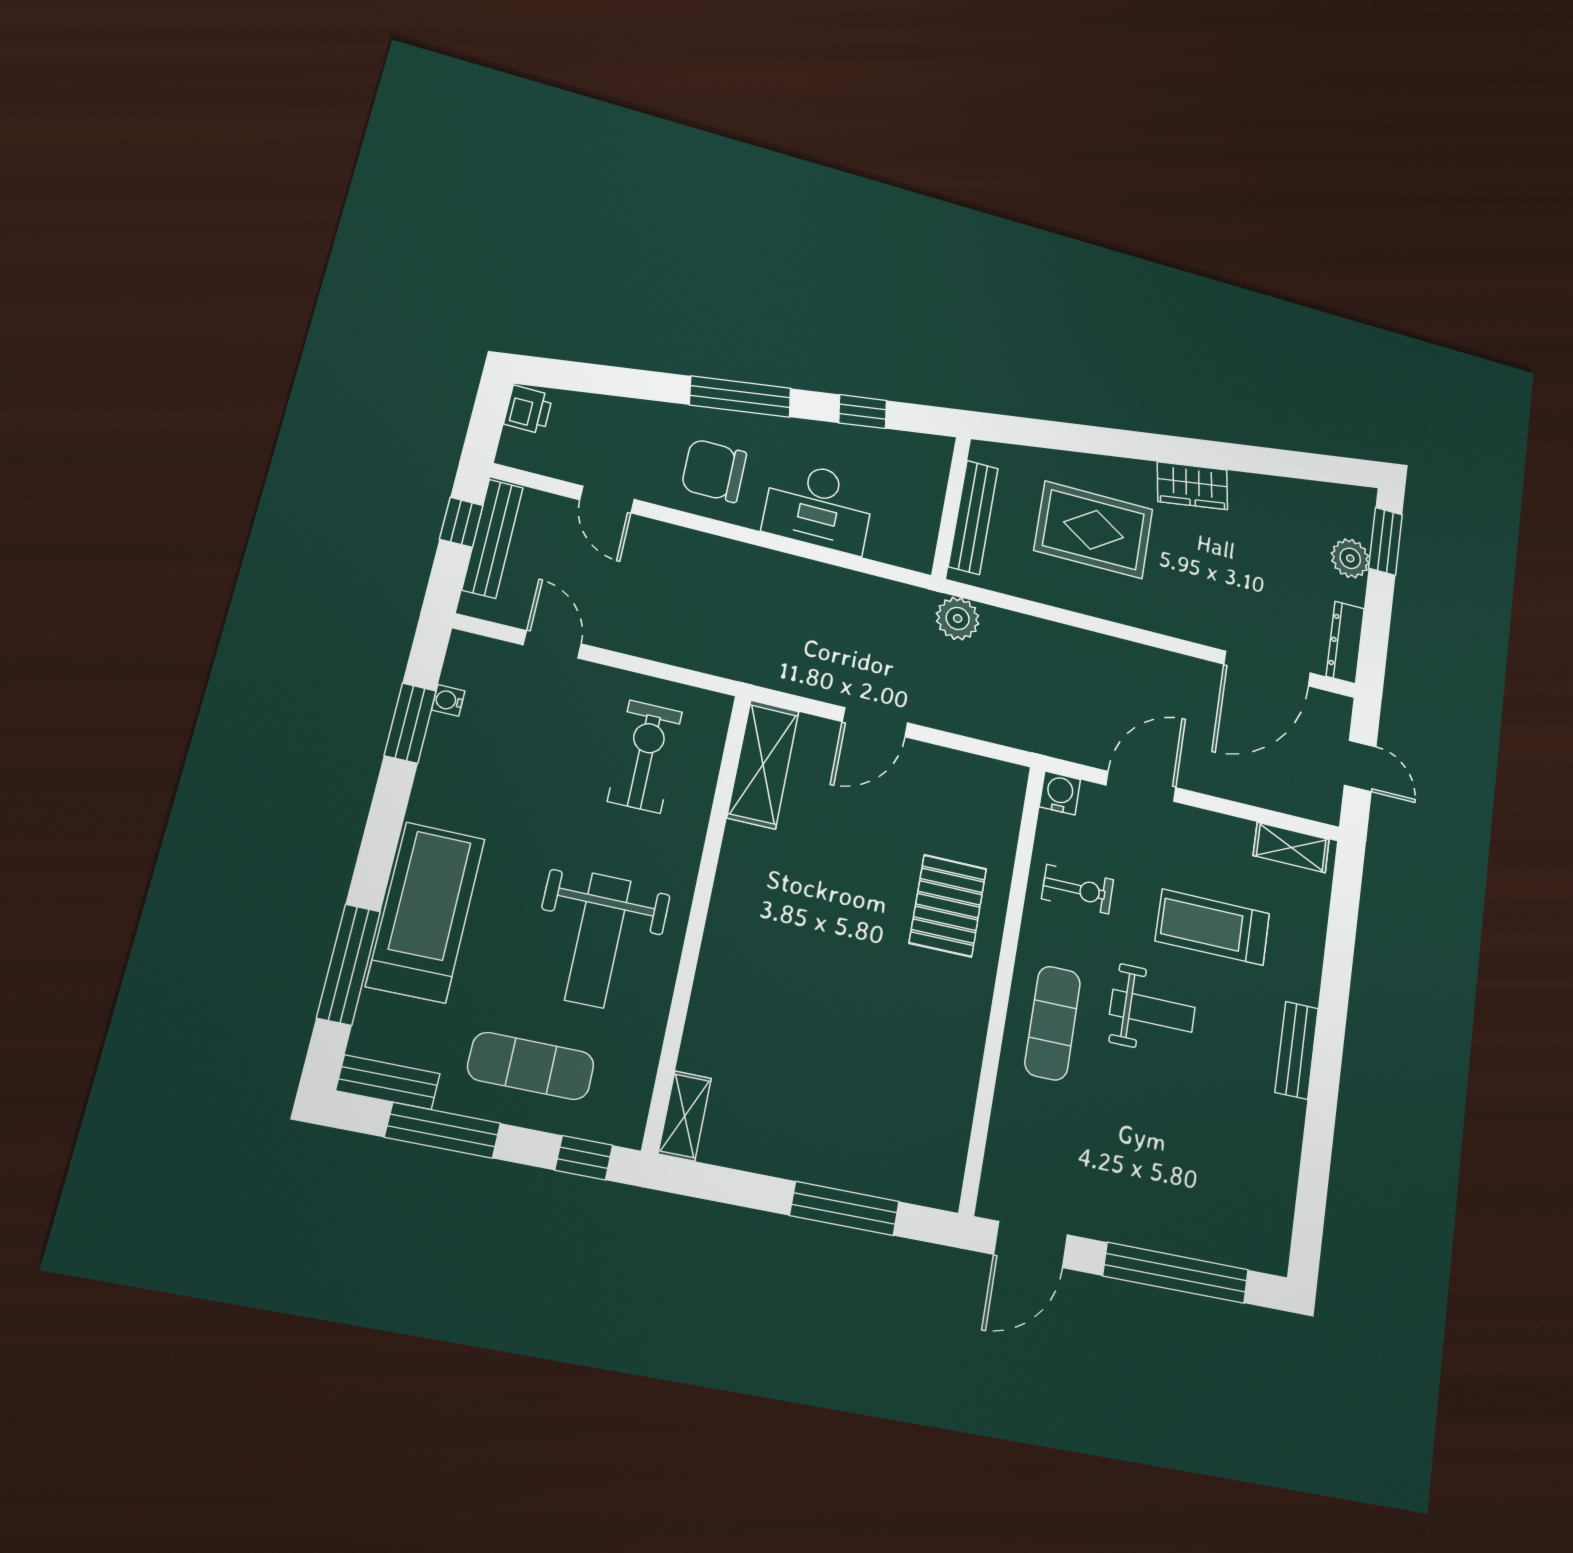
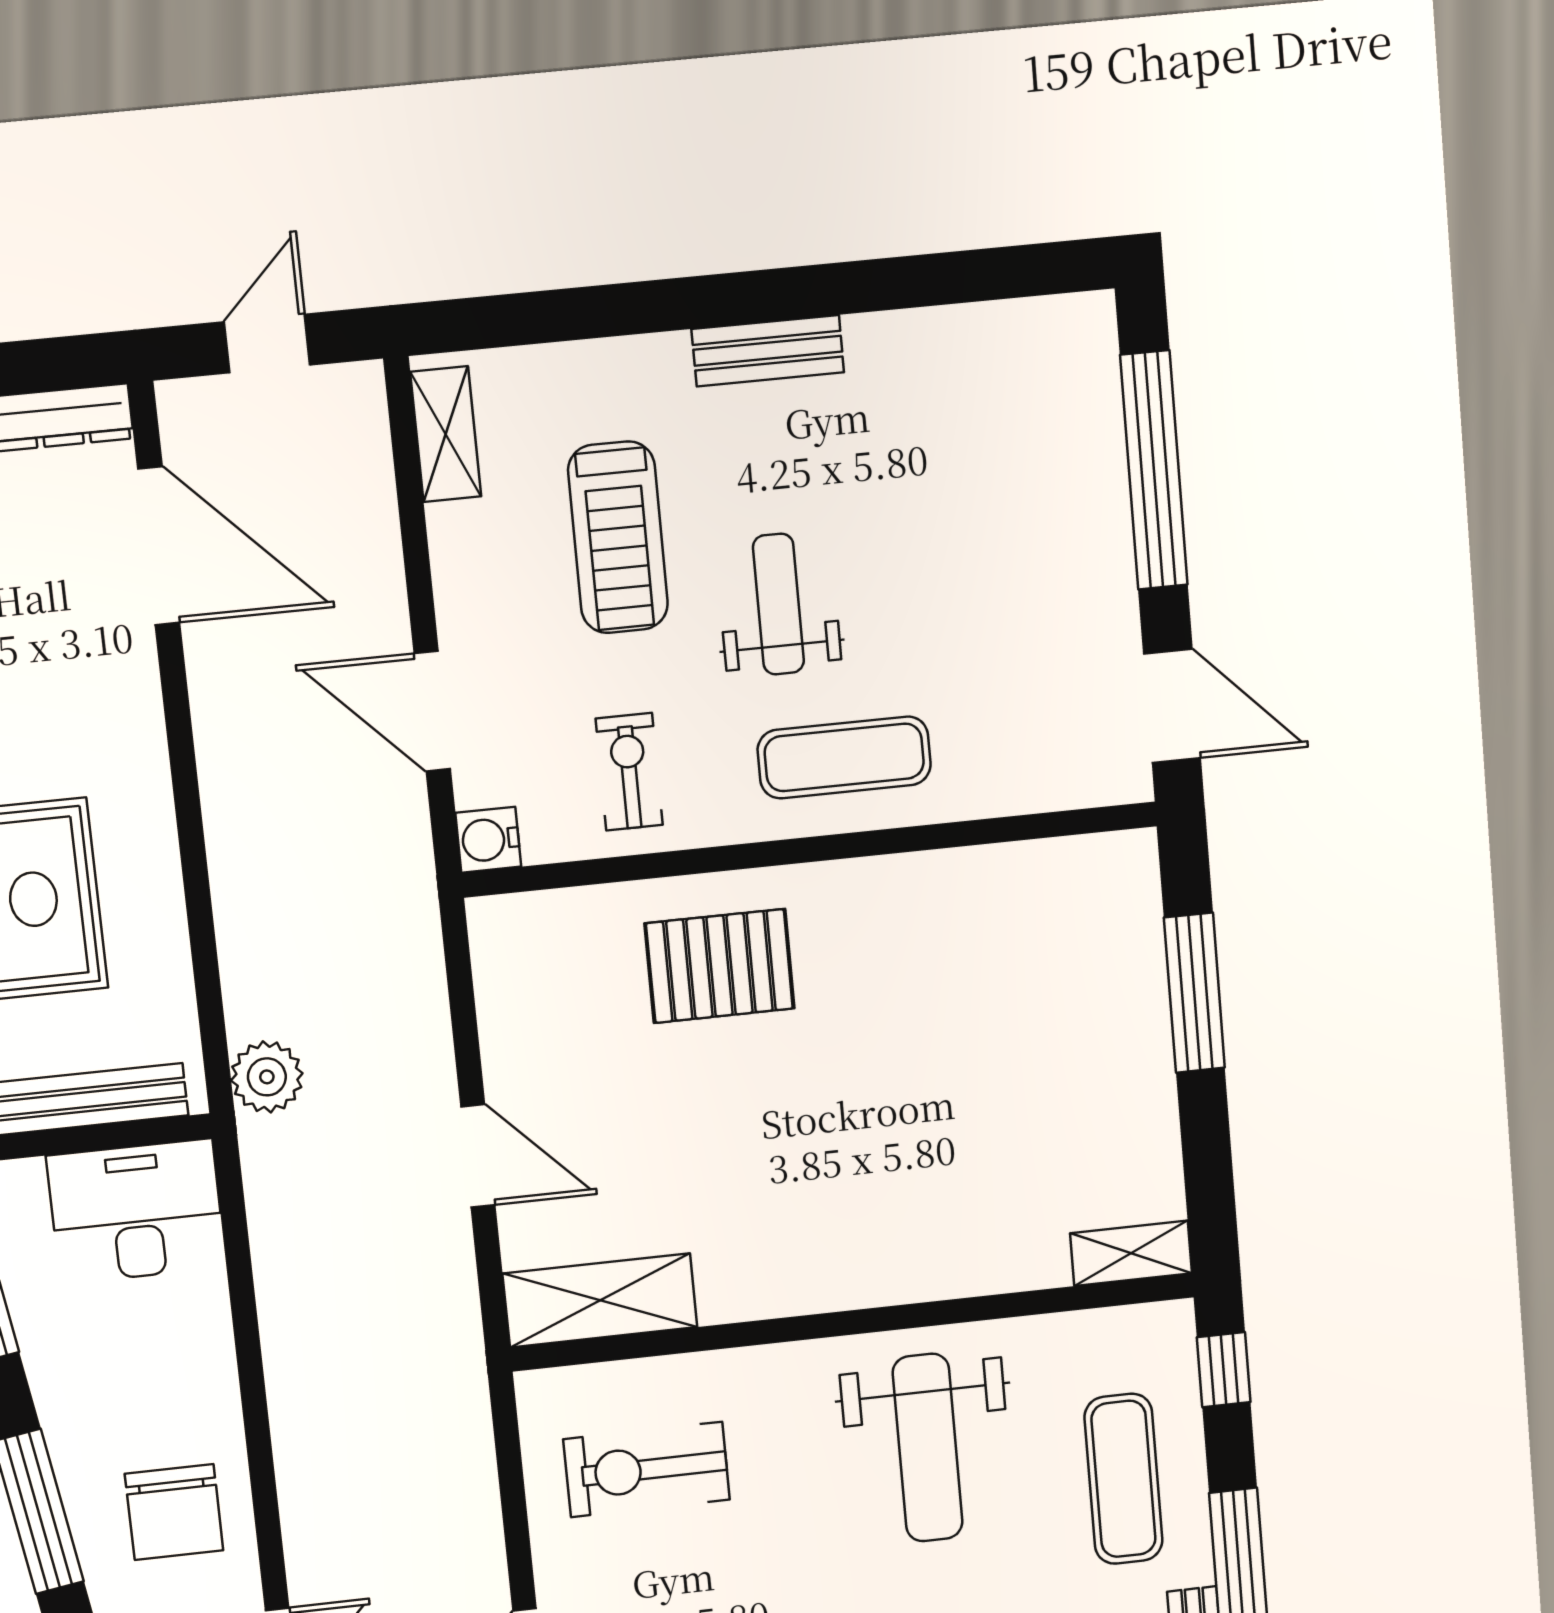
desk: (819, 507) -> (136, 1211), moved, turned -90
weight bench: (598, 940) -> (928, 1448), turned 90

